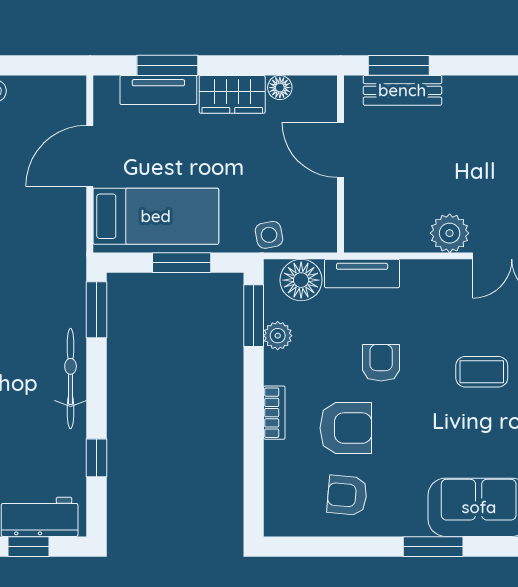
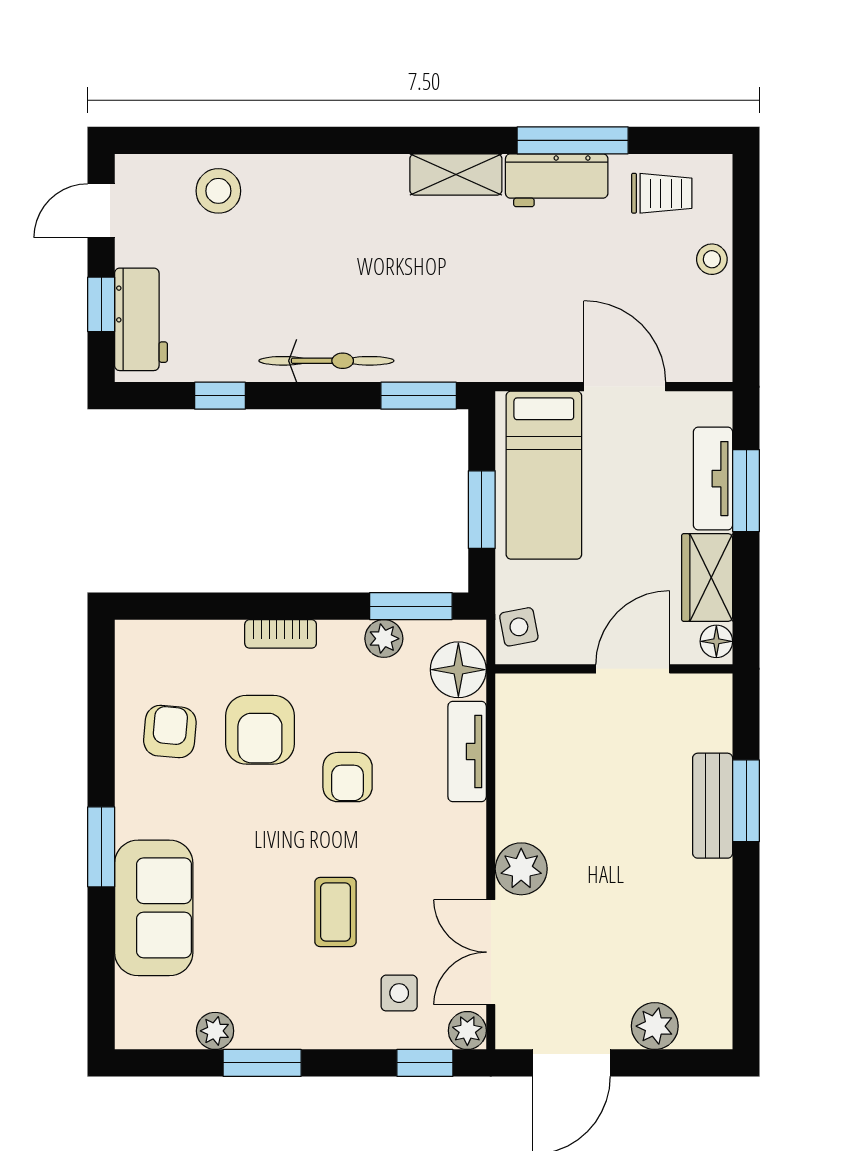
door: (340, 150) -> (633, 669), moved
wall: (340, 164) -> (614, 669), moved
armchair: (381, 363) -> (348, 777), turned 90

